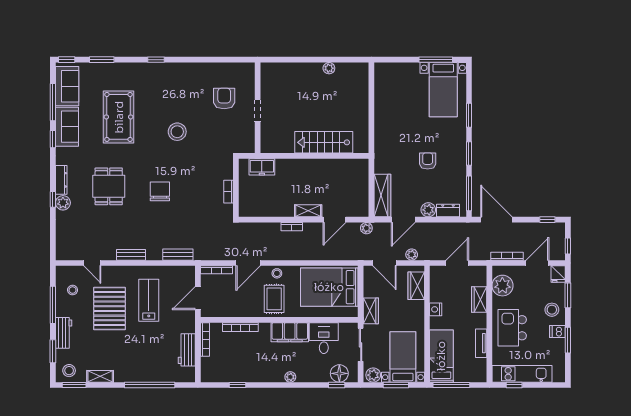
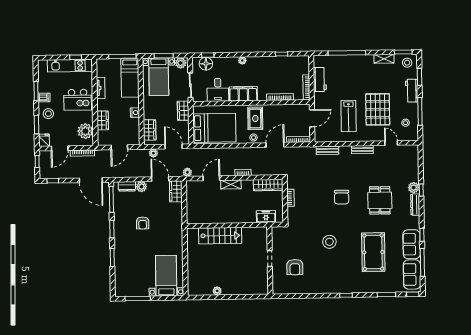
bed with nightstands: (443, 90) -> (166, 276), moved
wardrobe: (382, 196) -> (176, 191), width x0.67
wardrobe: (258, 209) -> (268, 185), added
door: (403, 220) -> (160, 179), hinge flipped
kitchen island: (512, 328) -> (78, 100), turned 90

